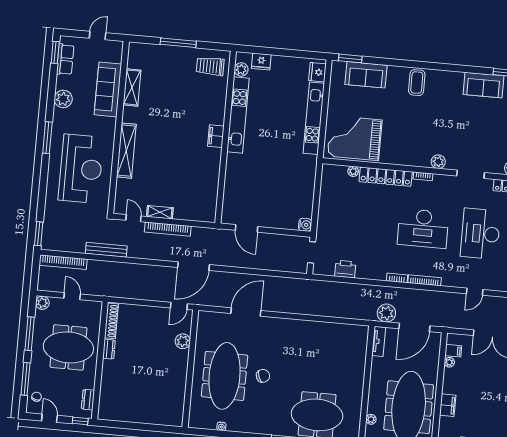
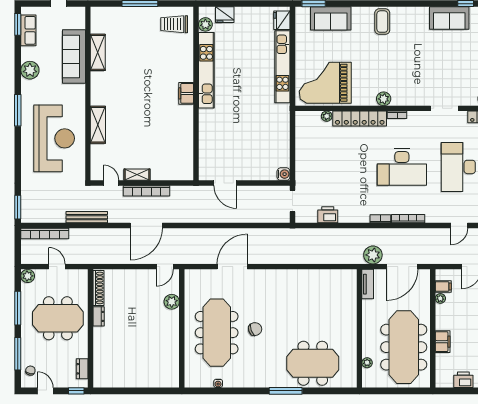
shelving: (126, 151) -> (98, 125), width x0.68
plant: (438, 162) -> (384, 99), moved
door: (193, 266) -> (146, 225), moved

